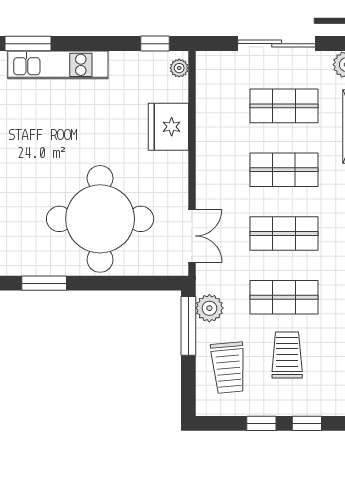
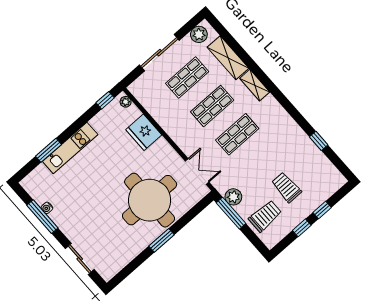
window: (44, 283) -> (162, 240), moved
shop shelf: (284, 297) -> (262, 163), removed
trolley: (228, 368) -> (265, 216), turned -85

